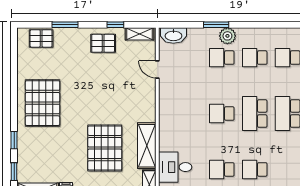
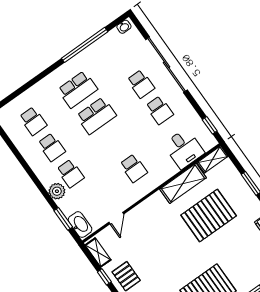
window: (216, 25) -> (63, 219), moved
plant: (227, 36) -> (57, 191), moved
school desk: (222, 114) -> (134, 168), moved

